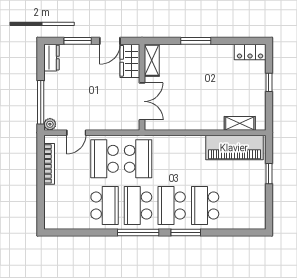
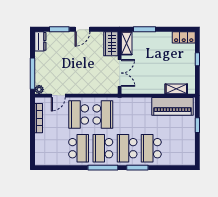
shelving: (152, 60) -> (127, 43), moved
wardrobe: (130, 61) -> (111, 44), moved
wall: (142, 87) -> (120, 63), moved
double door: (142, 101) -> (120, 73), moved

